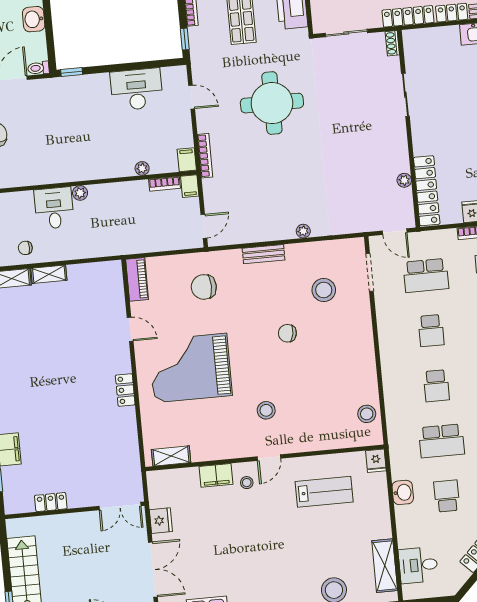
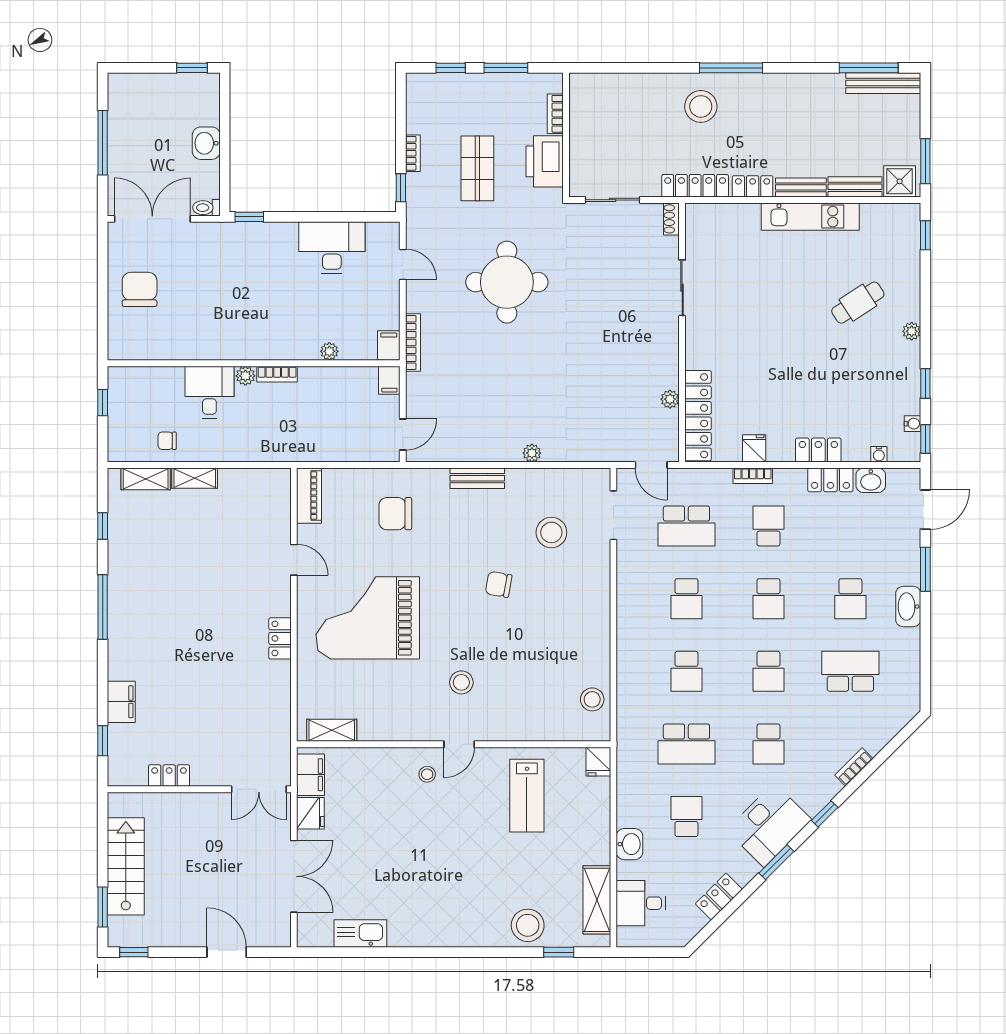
bookcase: (164, 184) -> (277, 374), moved
filing cabinet: (216, 475) -> (311, 775), moved, turned -90
lab bench: (324, 492) -> (527, 796), turned 90
washbasin: (403, 492) -> (629, 844), moved

